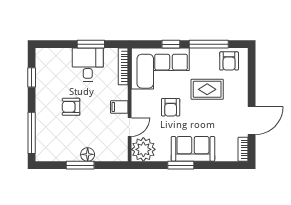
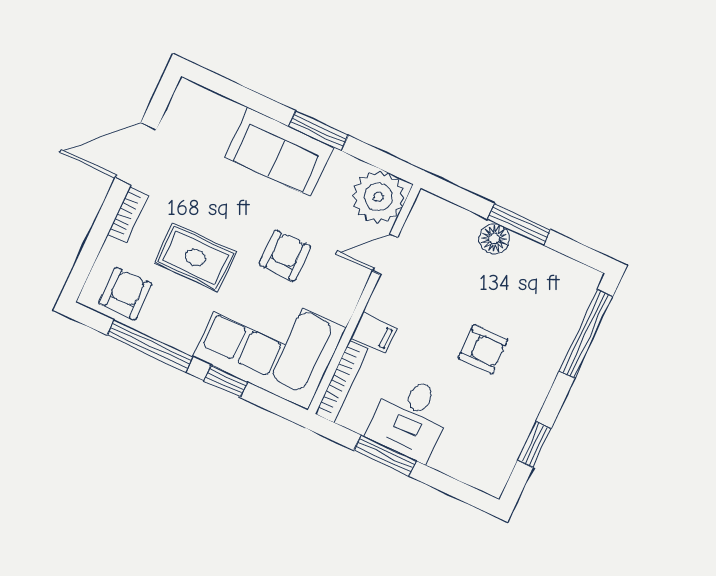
filing cabinet: (119, 107) -> (374, 333), moved
bookcase: (243, 149) -> (128, 215), moved

